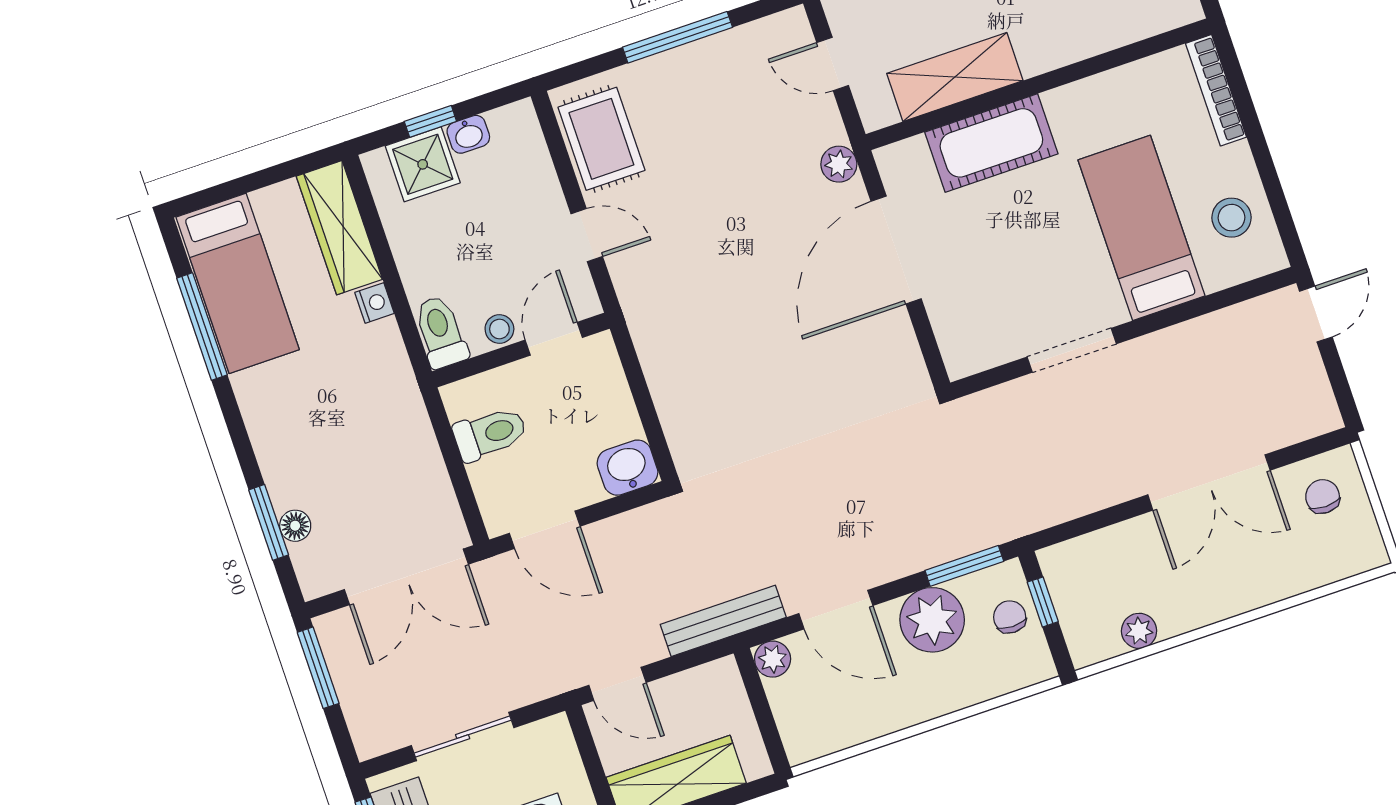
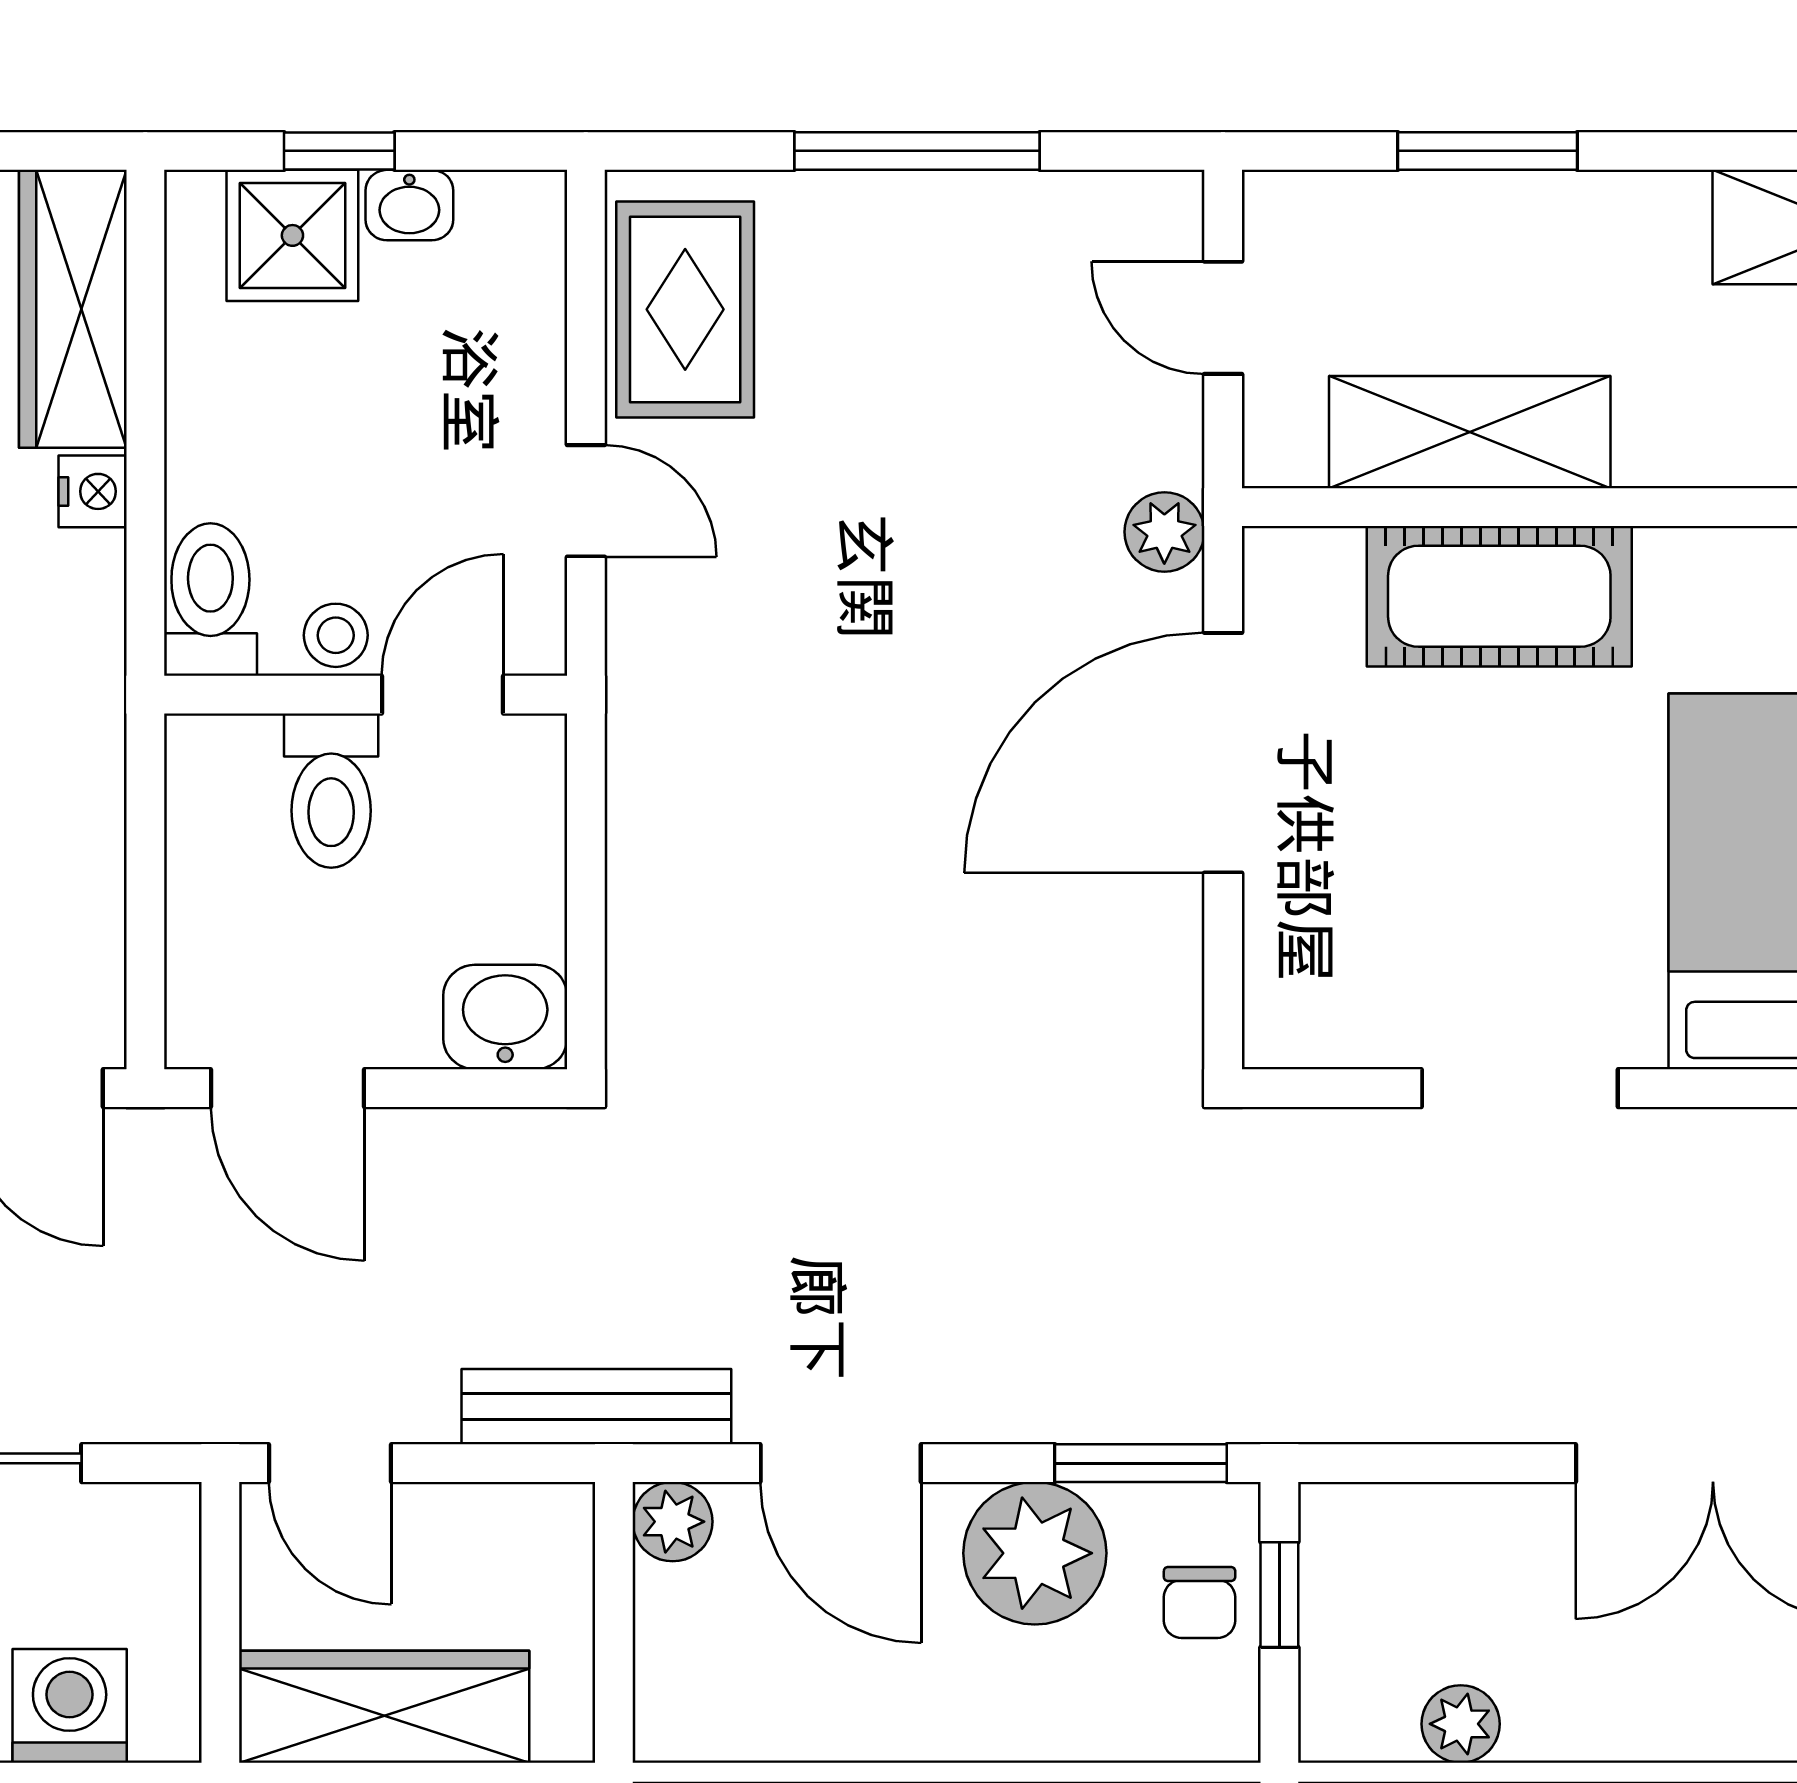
toilet: (490, 434) -> (331, 791), moved, turned 90
chair: (1010, 617) -> (1200, 1602), turned 180

